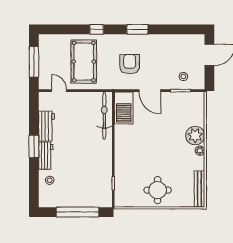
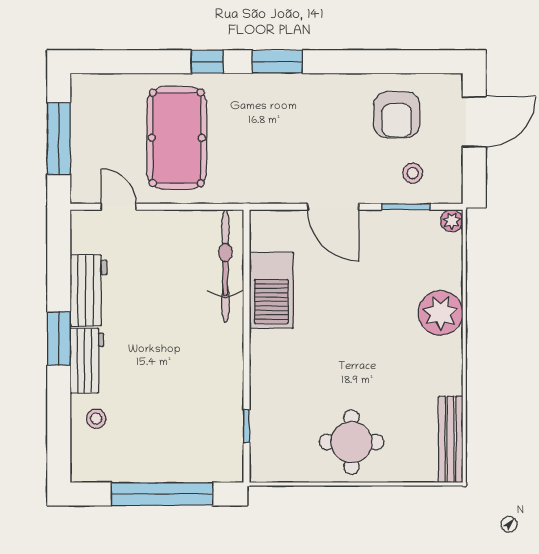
window: (137, 29) -> (277, 62), moved
armchair: (130, 64) -> (397, 115), moved, turned 180
barbecue: (124, 108) -> (271, 290), moved
plant: (200, 151) -> (452, 221), moved

